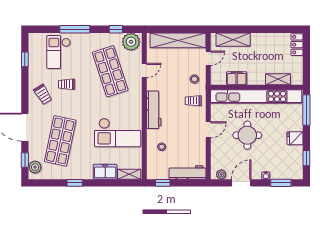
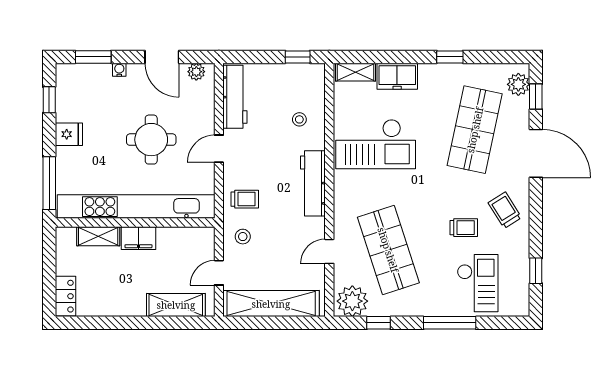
filing cabinet: (237, 78) -> (138, 238), moved
checkout: (118, 133) -> (376, 144), turned 180
workbench: (188, 173) -> (235, 97), moved, turned -90
door: (241, 183) -> (162, 57), hinge flipped

